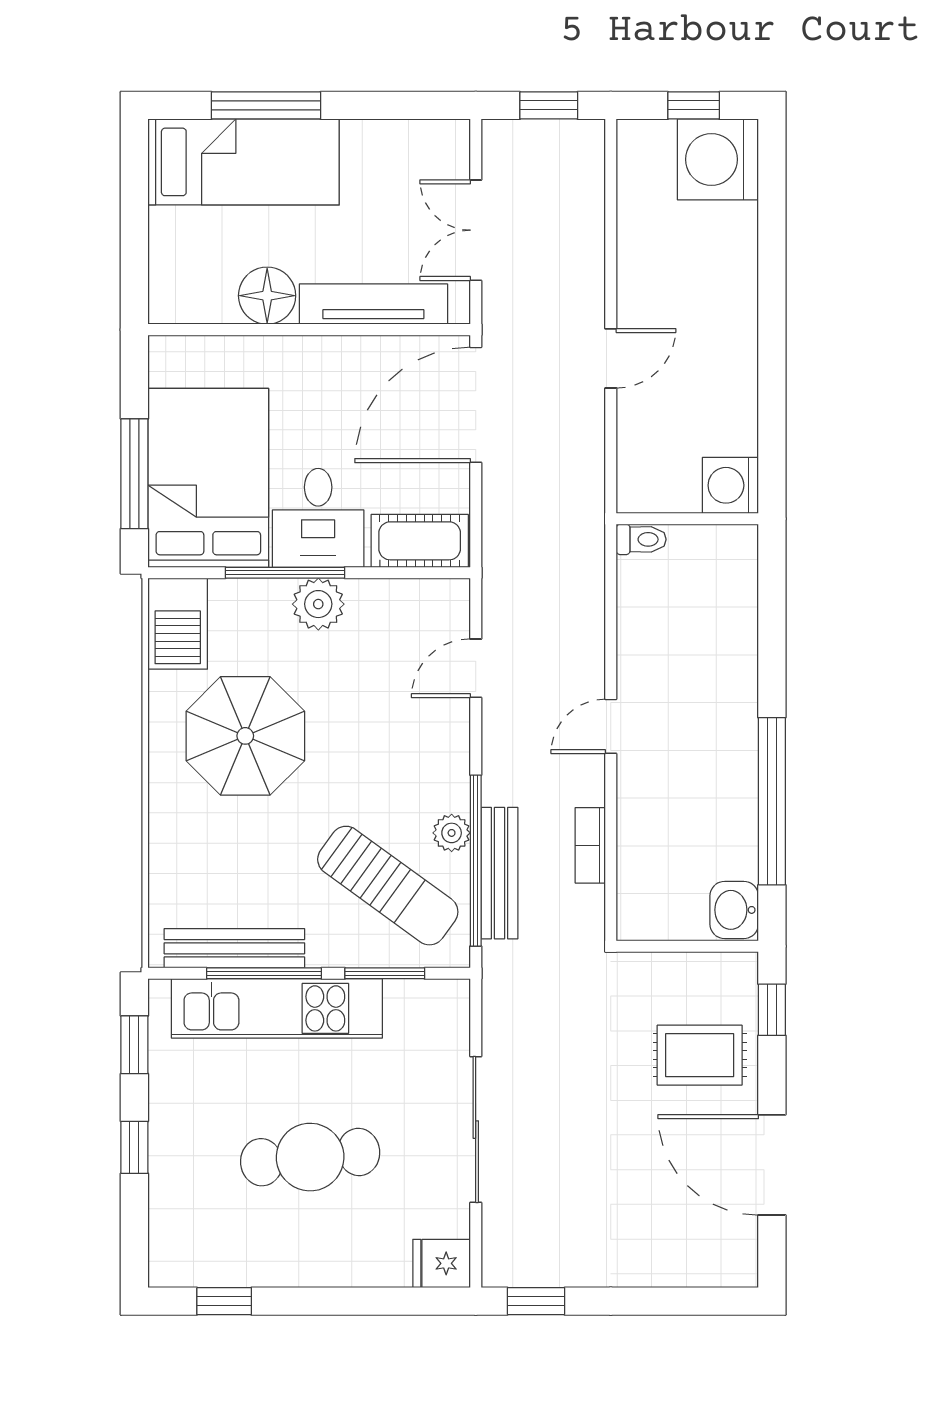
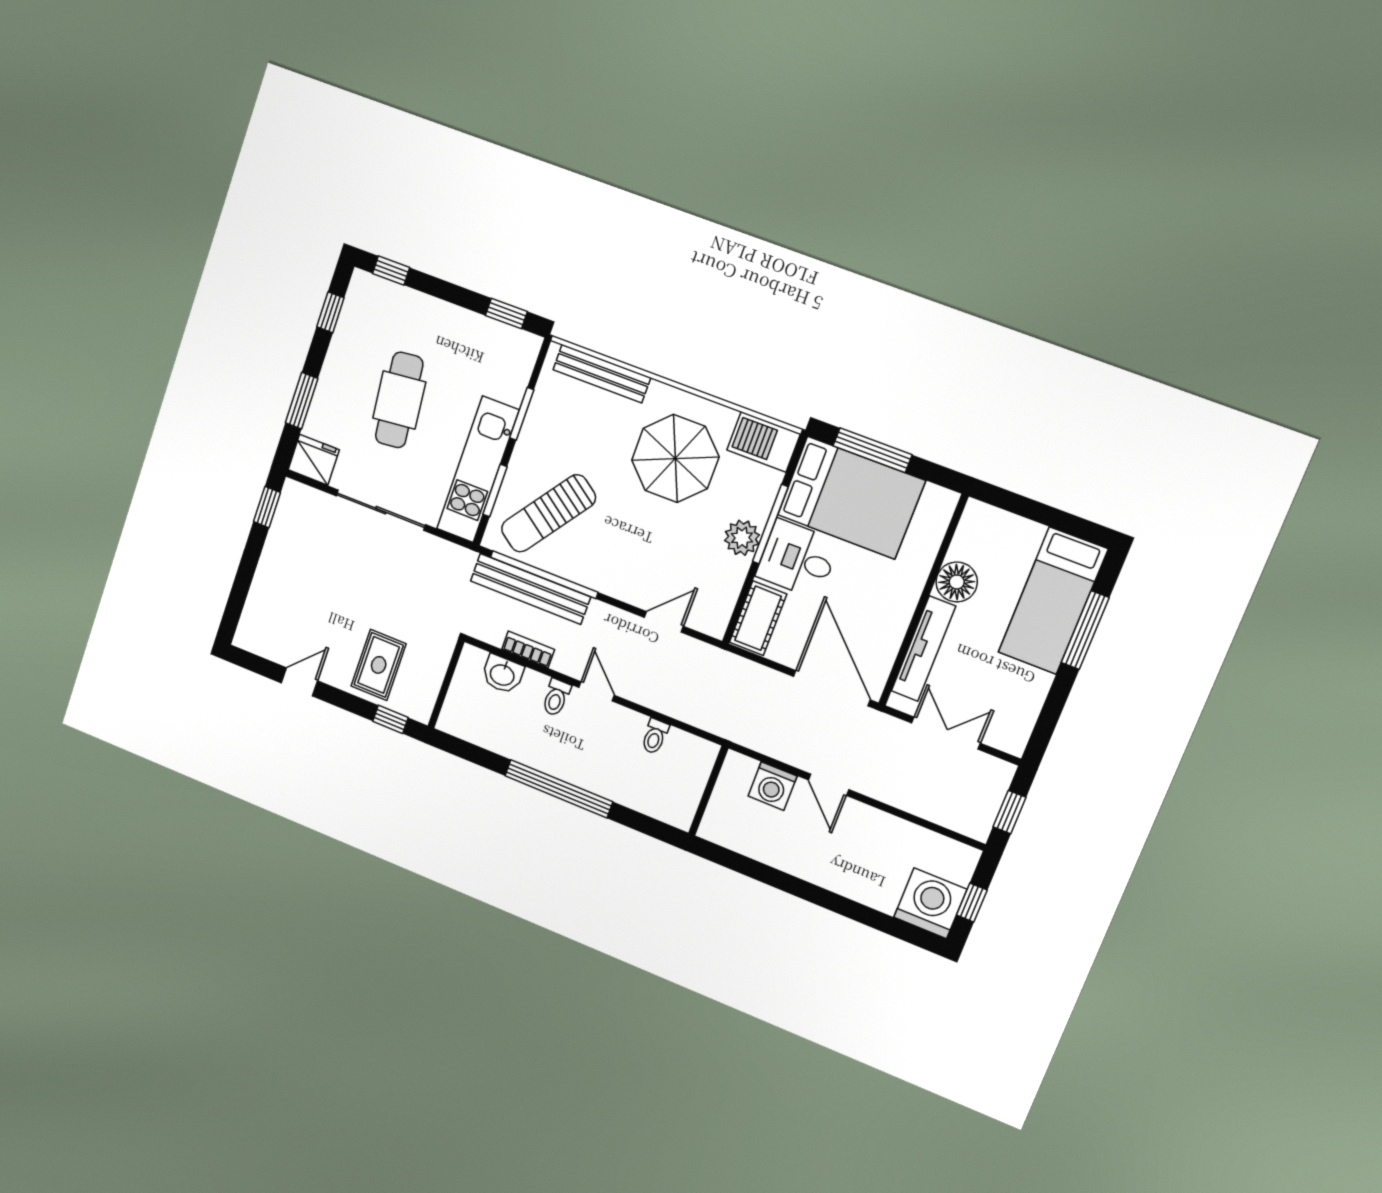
washing machine: (730, 485) -> (773, 786), moved, turned 180
toilet: (641, 539) -> (655, 736), moved
door: (476, 668) -> (664, 622), hinge flipped
toilet: (643, 781) -> (556, 698), added
window: (772, 801) -> (559, 789), moved
plant: (452, 833) -> (567, 566), removed
bench: (500, 873) -> (530, 589), width x1.37, depth x1.21
washbasin: (734, 910) -> (502, 674), moved, turned 180
bench: (234, 948) -> (602, 374), moved, turned 90
window: (264, 973) -> (522, 414), width x0.69
kitchen unit: (277, 1008) -> (478, 470), moved
window: (134, 1147) -> (391, 270), moved
door: (772, 1165) -> (299, 682), width x0.53
fridge: (442, 1263) -> (314, 460), width x1.38
window: (364, 1301) -> (302, 401), added

